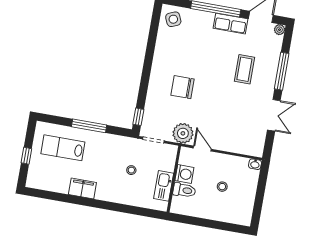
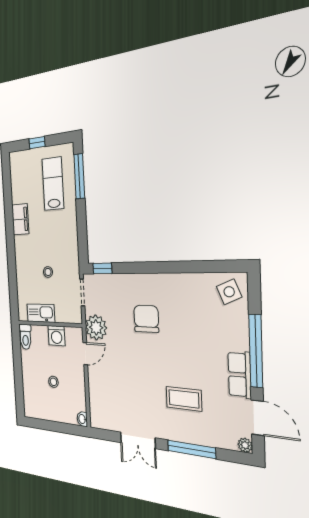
window: (89, 126) -> (79, 176), moved
toilet: (184, 190) -> (25, 337), moved

